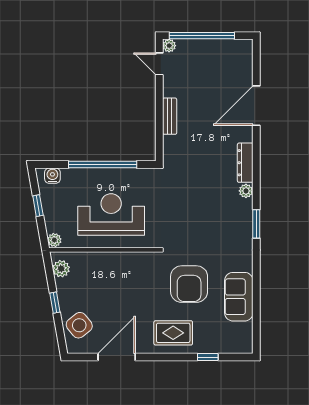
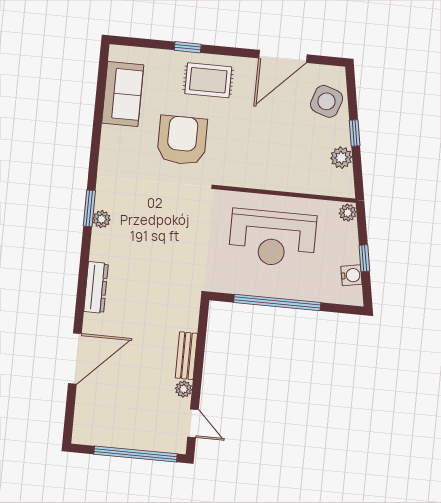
plant: (169, 46) -> (184, 389), moved
water cooler: (52, 176) -> (351, 275), moved, turned -100
plant: (246, 191) -> (102, 219), moved
plant: (61, 269) -> (341, 158), moved
sofa: (239, 297) -> (123, 94), moved
side table: (79, 325) -> (327, 101), turned -33
window: (208, 357) -> (188, 47), moved

